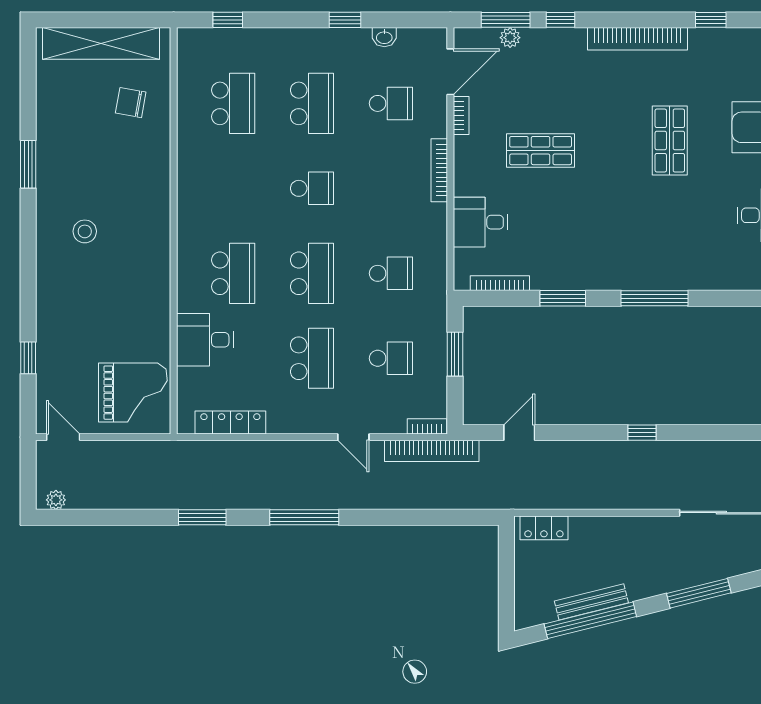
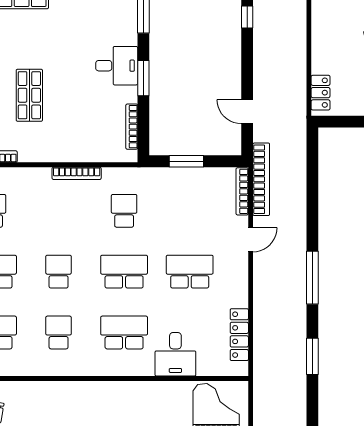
bookcase: (439, 170) -> (77, 173), moved
desk: (481, 222) -> (117, 66), moved, turned -90
school desk: (391, 358) -> (59, 332), moved
bookcase: (427, 426) -> (242, 191), width x1.56

